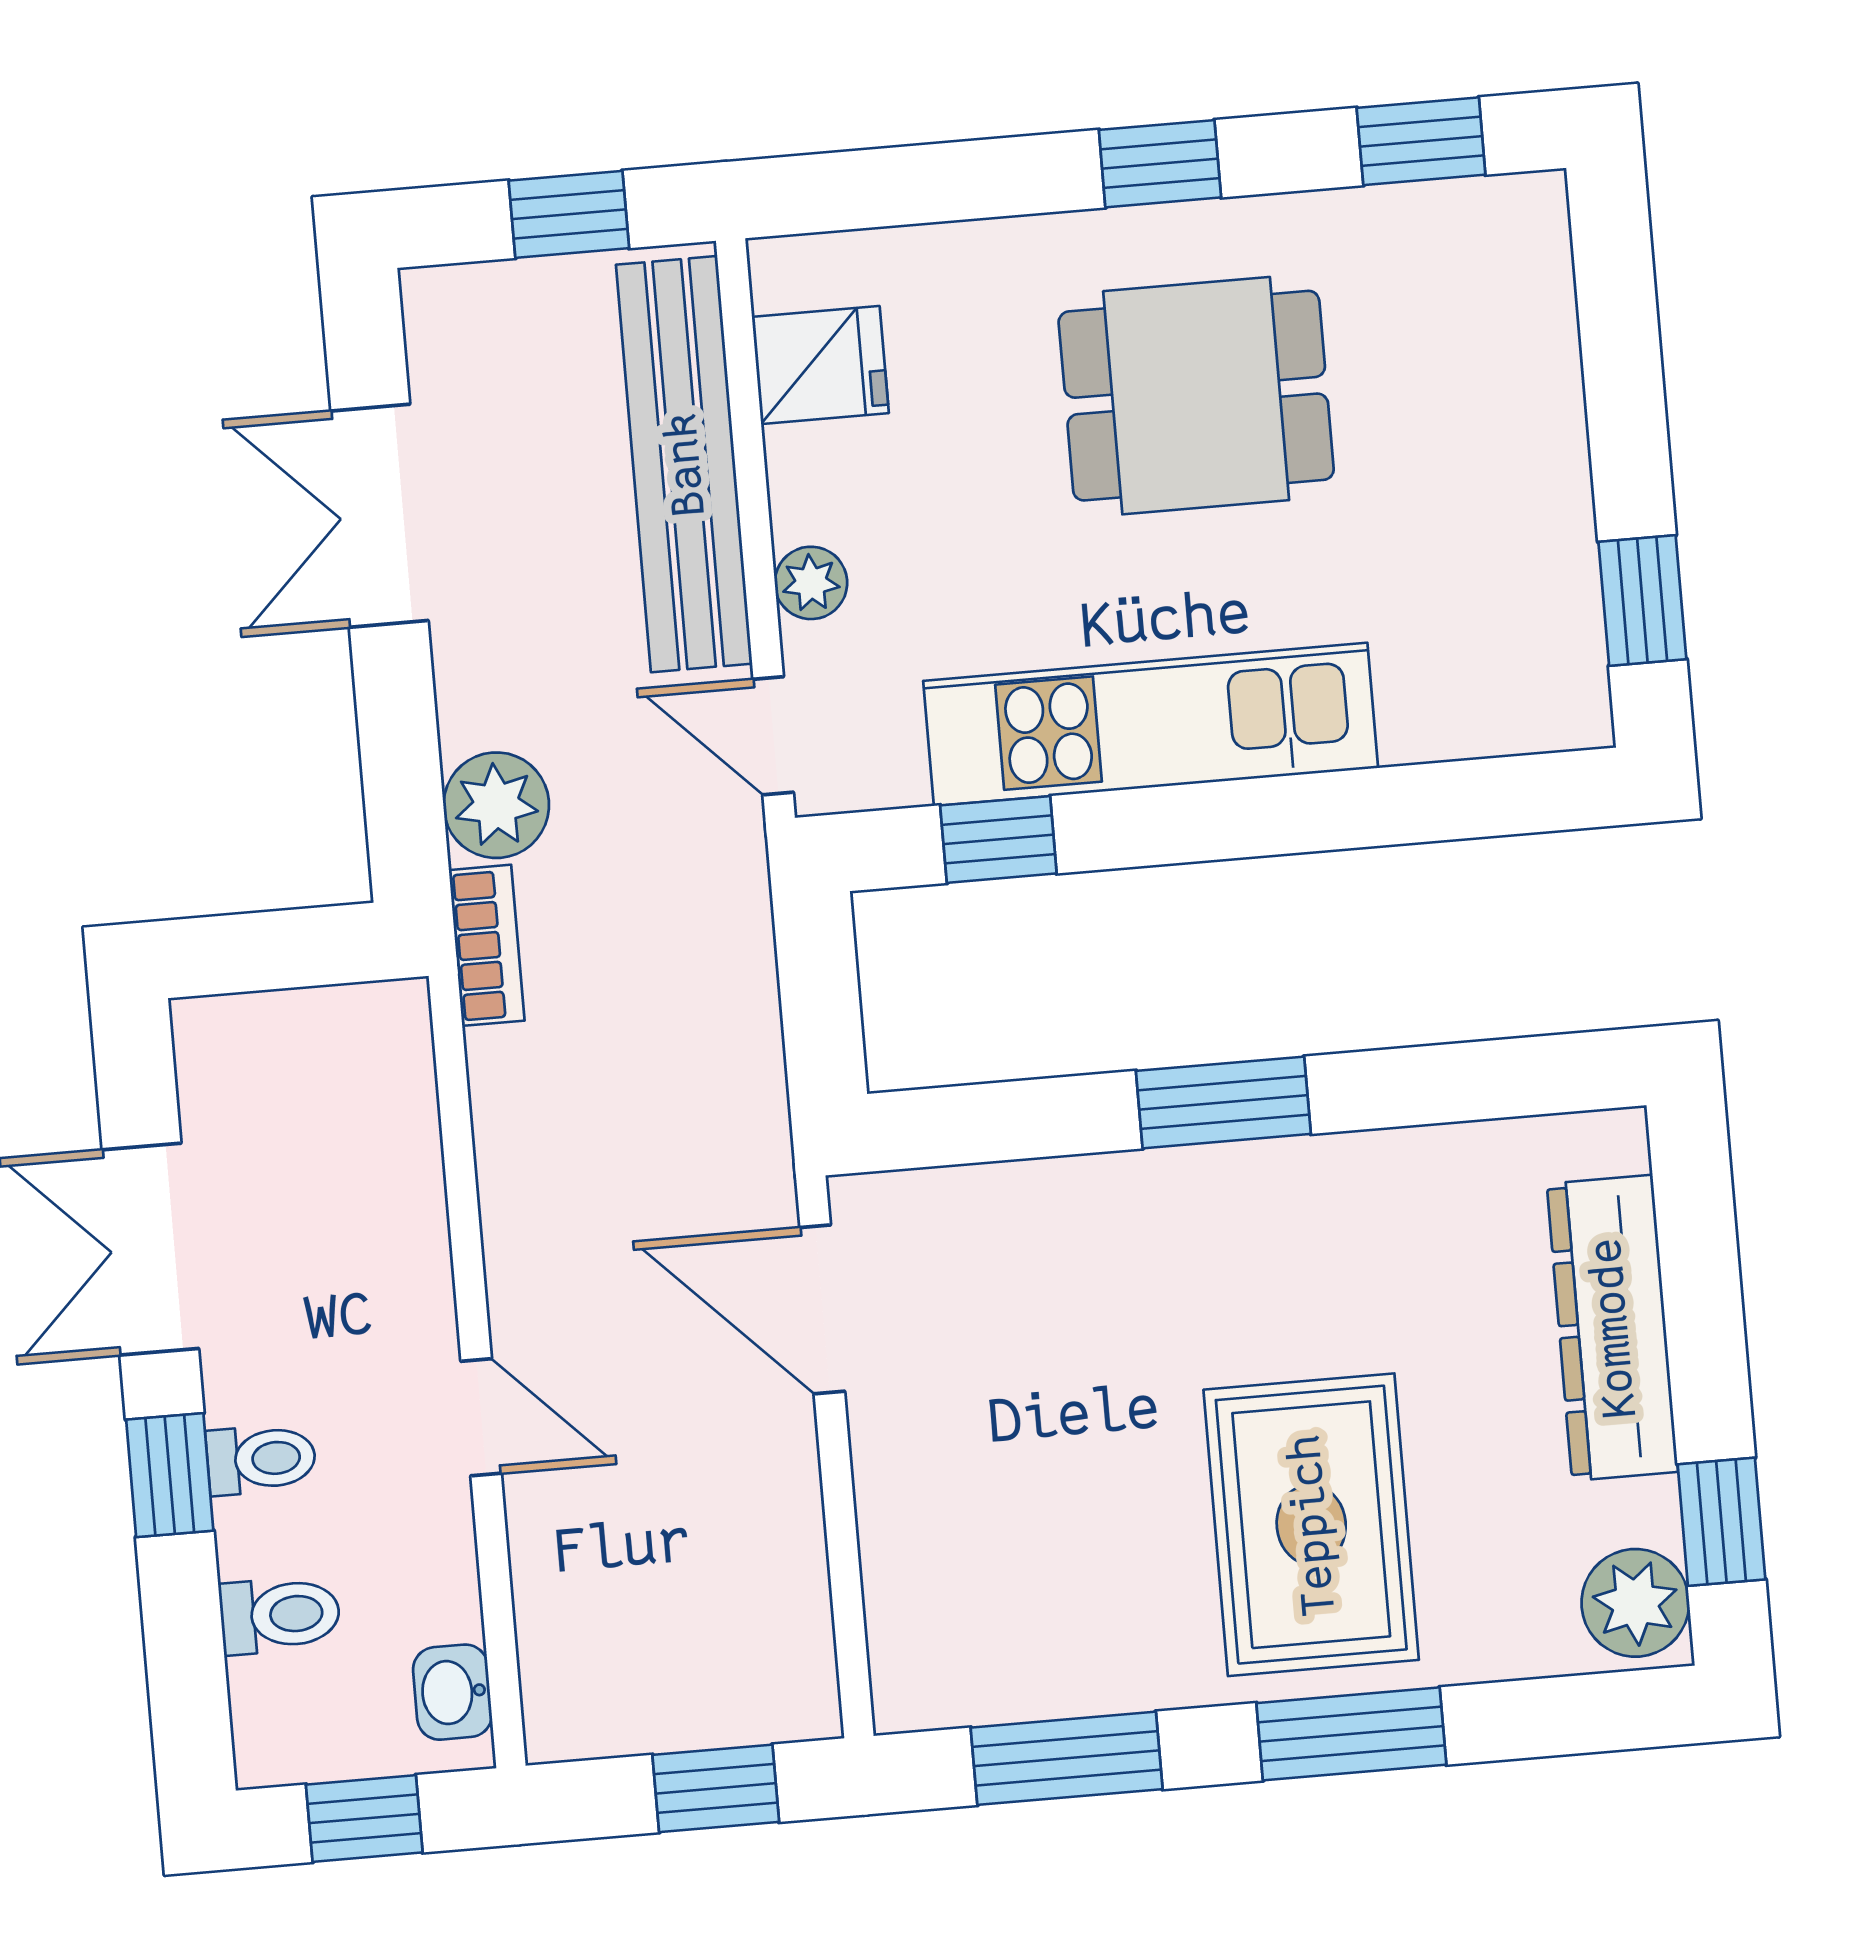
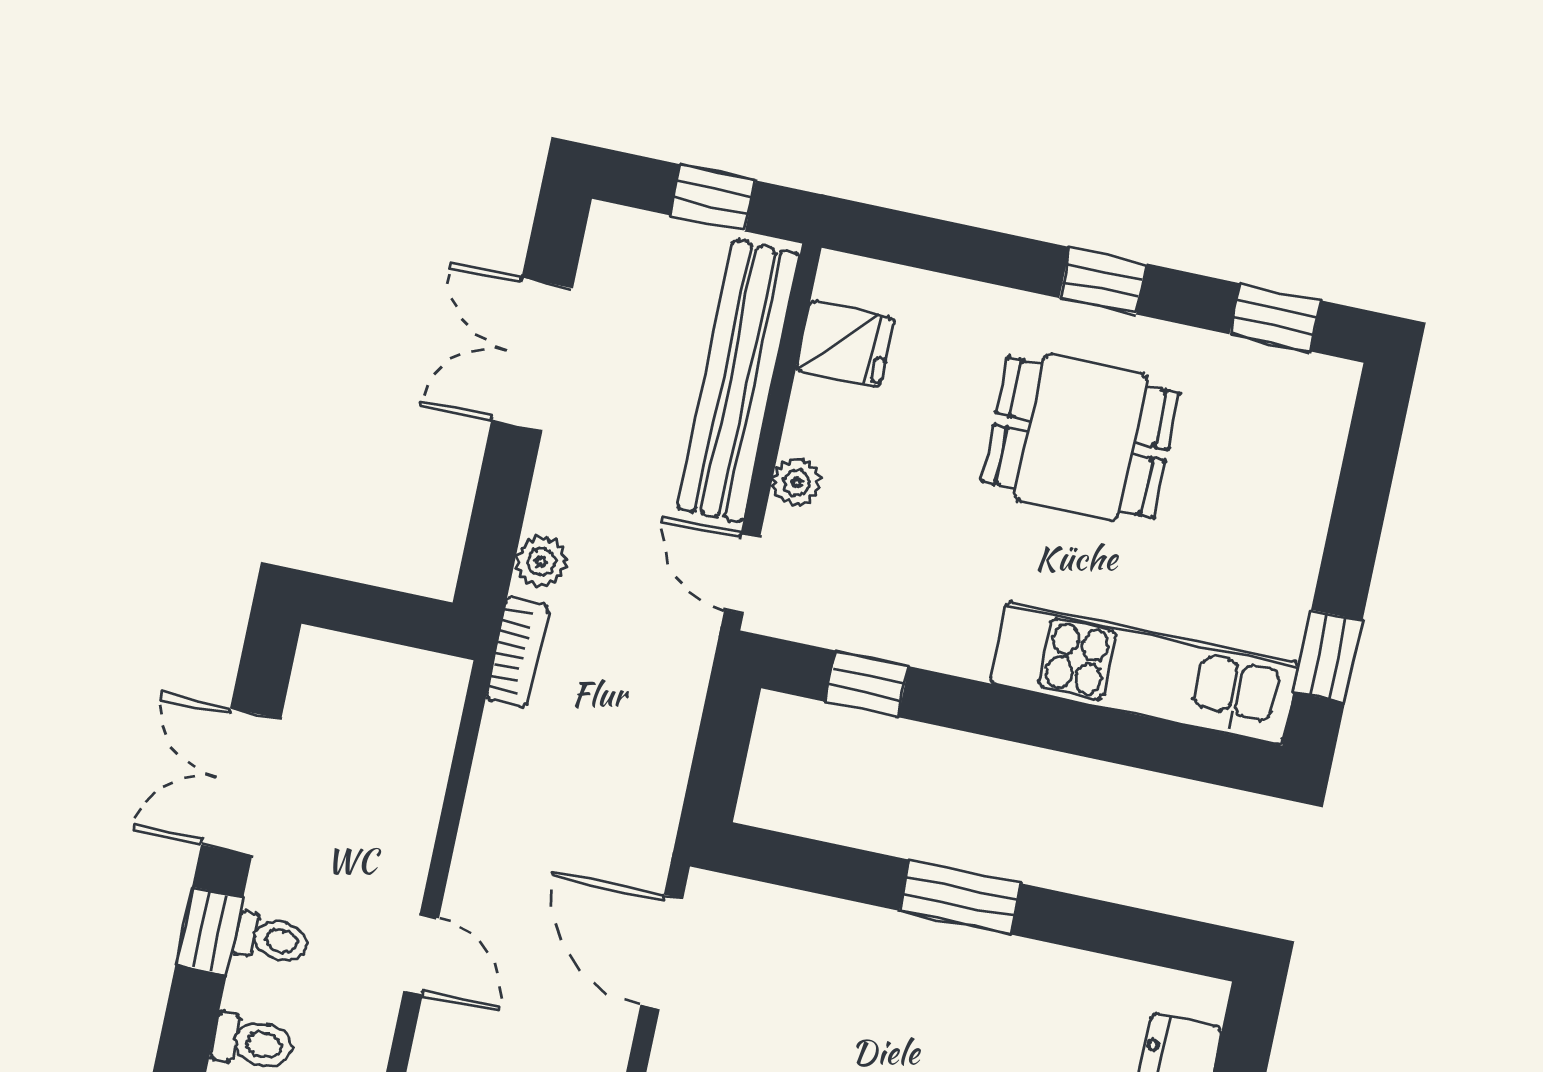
kitchen unit: (1151, 724) -> (1144, 673), moved
plant: (496, 805) -> (541, 562), width x0.73, depth x0.73

